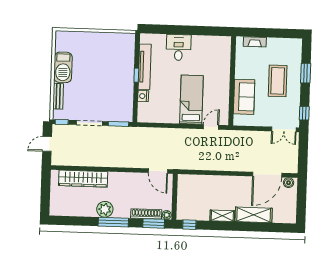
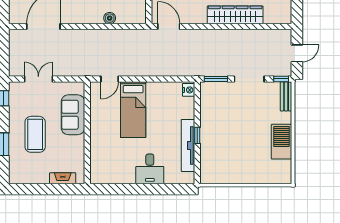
bench: (58, 96) -> (286, 96), moved
nightstand: (143, 96) -> (189, 90), moved
double door: (284, 129) -> (38, 79), moved
wardrobe: (83, 179) -> (235, 15), moved
boiler: (289, 183) -> (110, 18), moved

